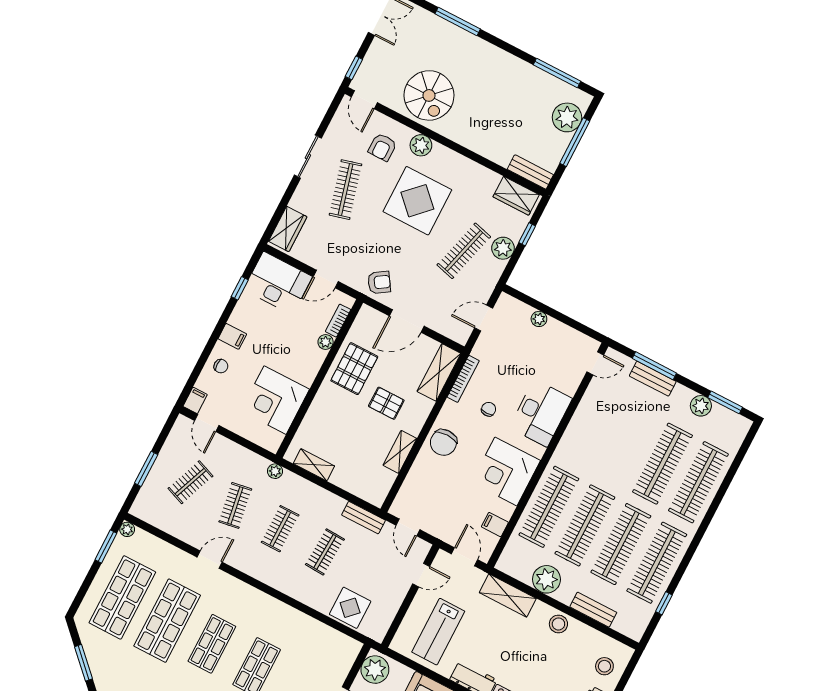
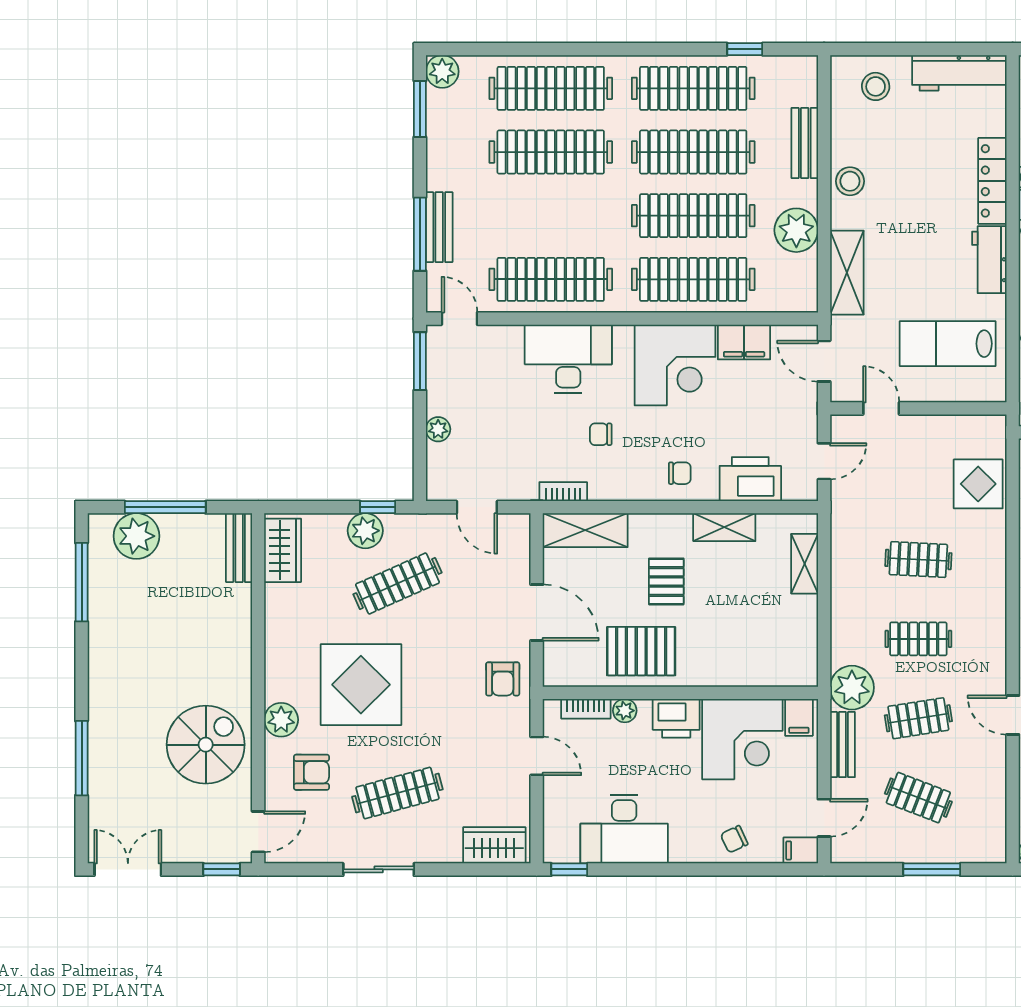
window: (527, 234) -> (378, 507), moved
clothes rail: (464, 251) -> (397, 583), turned -39
armchair: (379, 282) -> (503, 679), turned -147
desk: (278, 283) -> (624, 829), moved, turned -90
window: (240, 288) -> (569, 869), moved
window: (583, 329) -> (420, 361), added
filing cabinet: (232, 336) -> (799, 717), moved, turned 180
chair: (221, 366) -> (734, 839), turned -115
printer: (306, 369) -> (676, 718), added
bookcase: (463, 379) -> (563, 492), width x0.64
plant: (701, 406) -> (442, 71), moved
clothes rail: (591, 426) -> (551, 279), added
chair: (443, 442) -> (680, 473), width x0.54, depth x0.54
shelving: (314, 465) -> (805, 564), moved
plant: (275, 471) -> (852, 688), width x1.87, depth x1.87
printer: (419, 481) -> (750, 479), added
bench: (364, 518) -> (842, 745), moved
filing cabinet: (495, 525) -> (744, 342), width x2.00
door: (465, 557) -> (824, 361), hinge flipped
lab bench: (438, 632) -> (948, 344), turned 180

